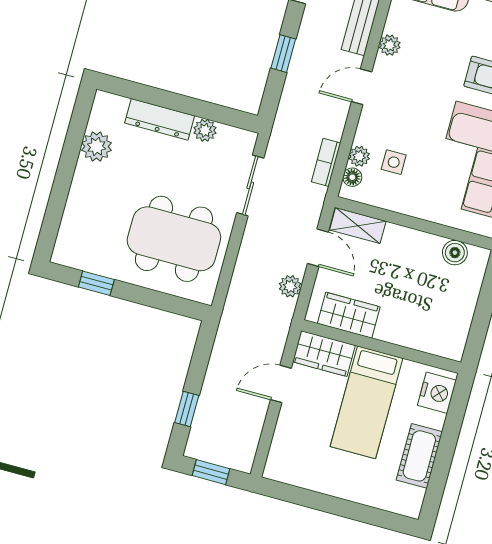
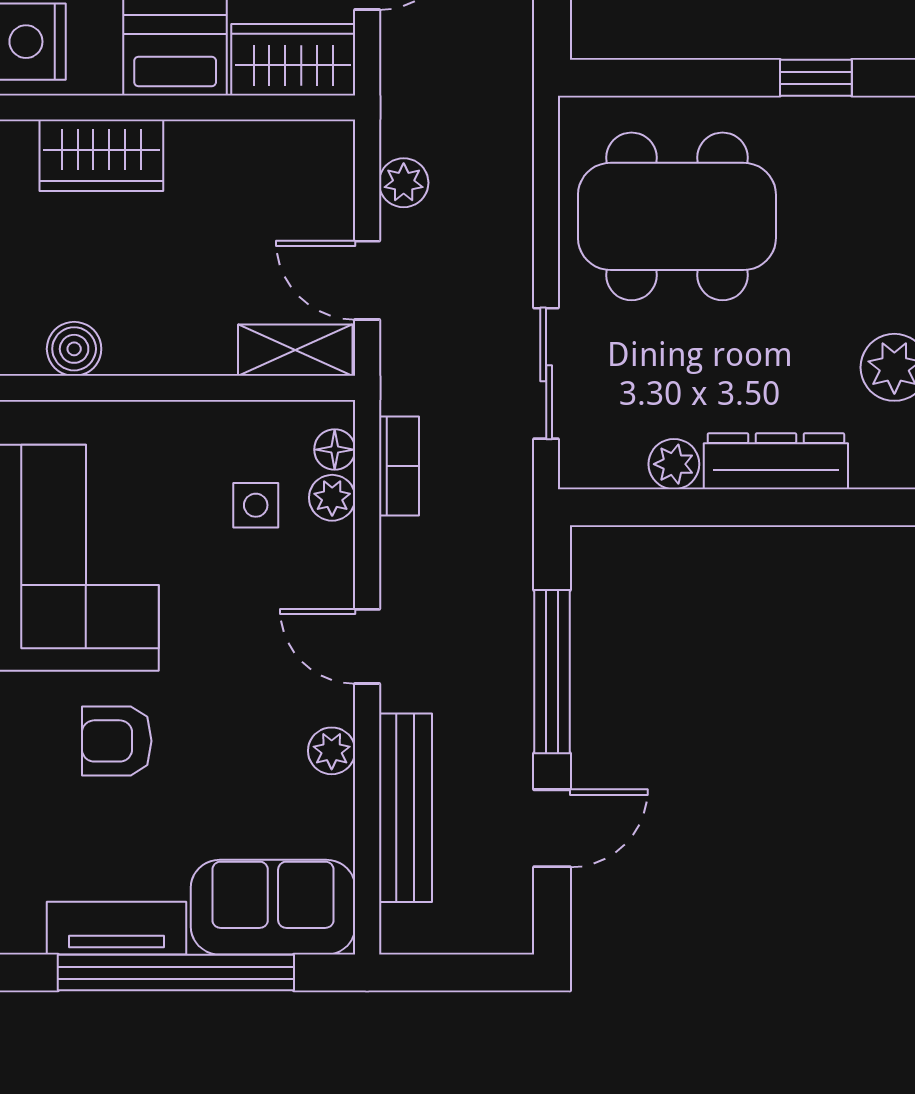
window: (283, 54) -> (552, 672), width x2.17
door: (362, 87) -> (367, 646), swing flipped
wardrobe: (349, 315) -> (101, 155), moved

